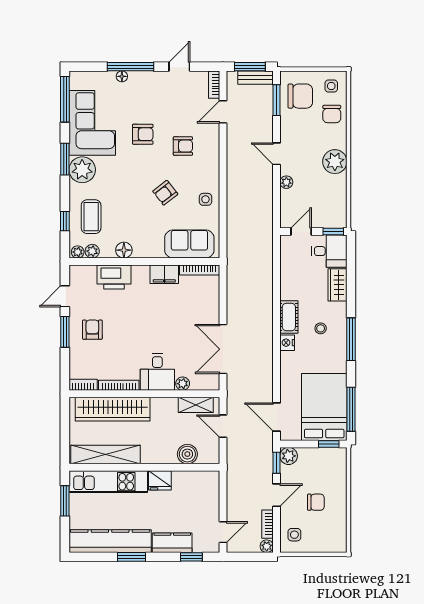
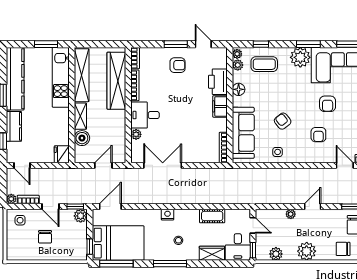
plant: (338, 201) -> (276, 254), added
sofa: (189, 244) -> (243, 133), width x1.36
filing cabinet: (164, 274) -> (220, 106), moved
cot: (289, 317) -> (212, 216), moved
shelving: (196, 405) -> (80, 116), moved
fridge: (160, 480) -> (62, 154), moved

